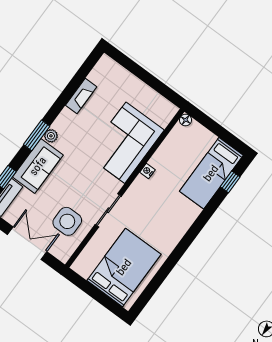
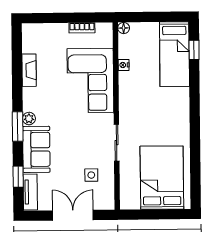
bookcase: (151, 94) -> (82, 28), added
nightstand: (147, 171) -> (124, 65), moved
side table: (67, 221) -> (91, 175), width x0.54, depth x0.54

